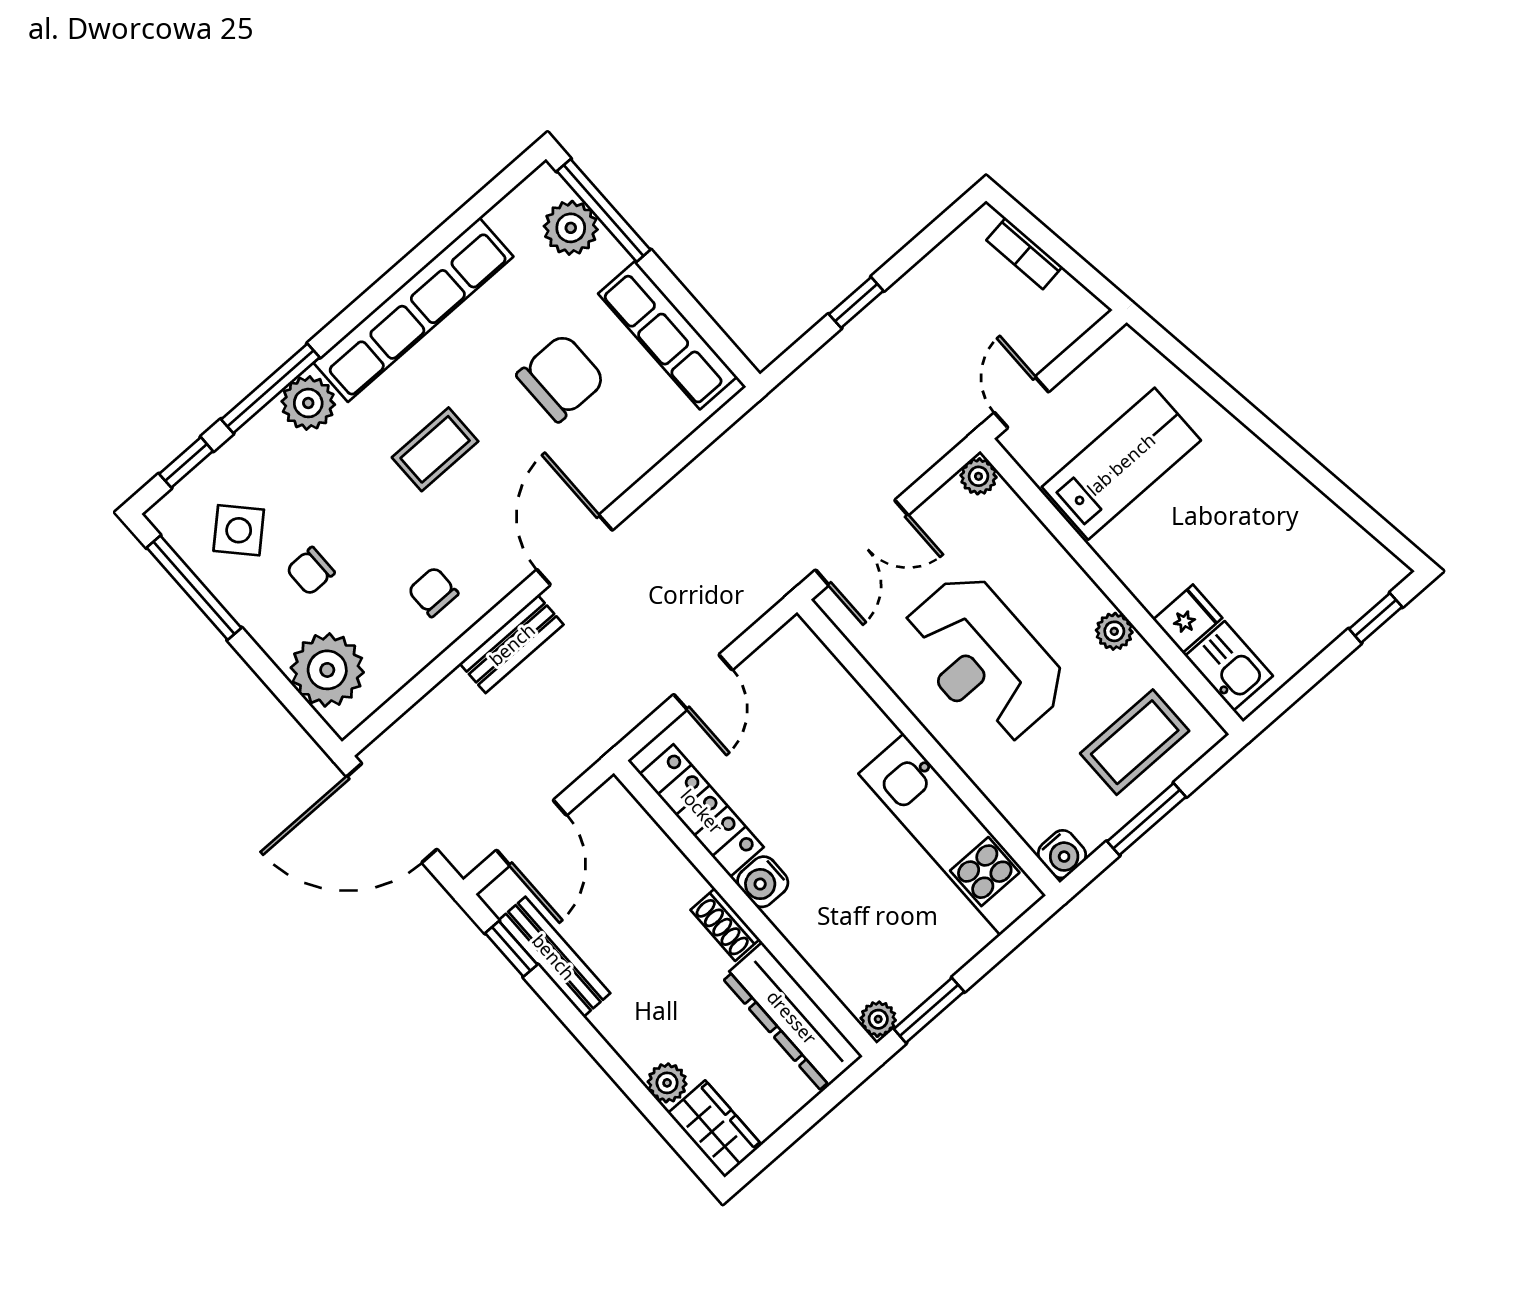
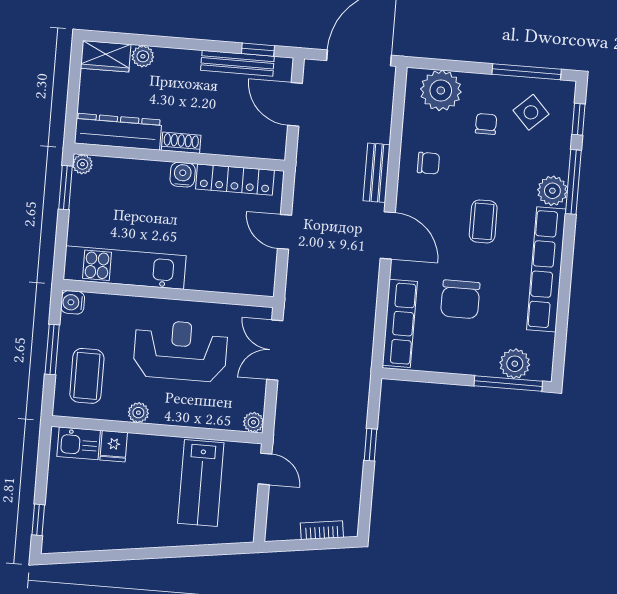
row of seats: (668, 335) -> (400, 323), moved, turned 90

